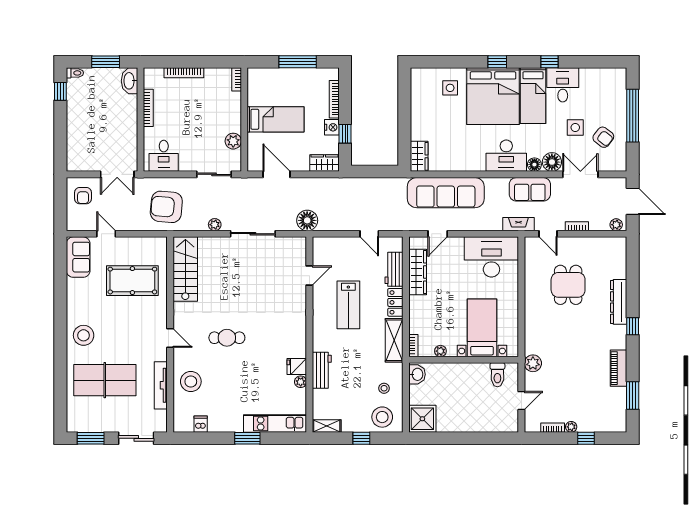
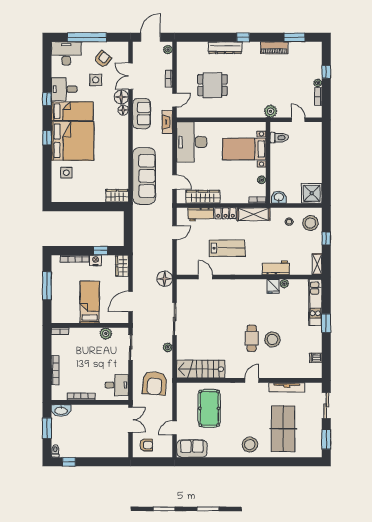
desk: (506, 156) -> (66, 53), moved, turned -90
stool: (191, 381) -> (272, 339), moved

